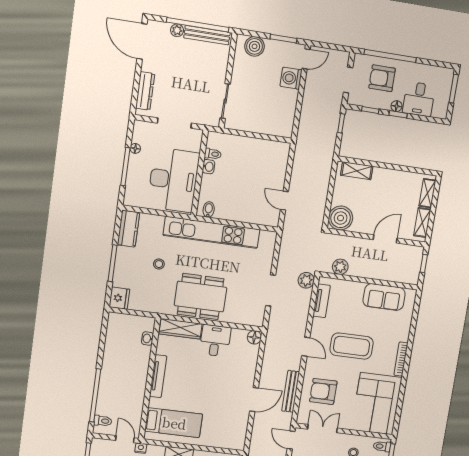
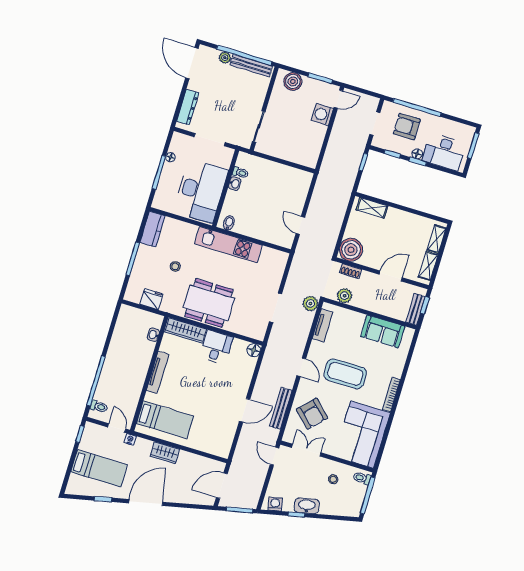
desk: (419, 99) -> (444, 152), width x1.37
kitchen unit: (211, 232) -> (228, 245), width x0.73
shoe rack: (343, 240) -> (351, 271), added
bench: (415, 269) -> (416, 309), added
fridge: (119, 298) -> (151, 299), moved, turned -90
armchair: (323, 391) -> (312, 414), turned -136

